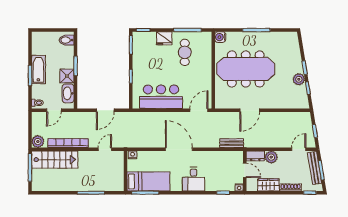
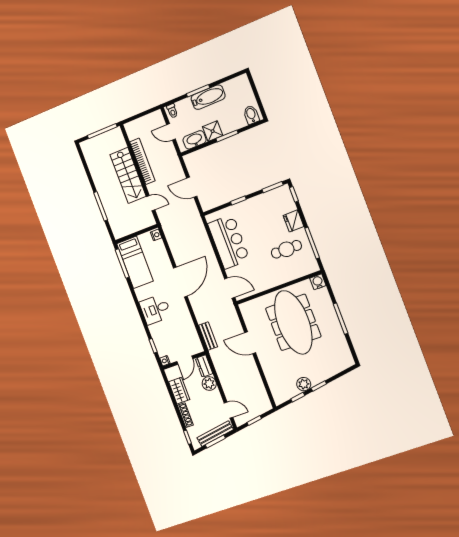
plant: (38, 141) -> (132, 128), removed
stairs: (55, 160) -> (128, 175), moved

